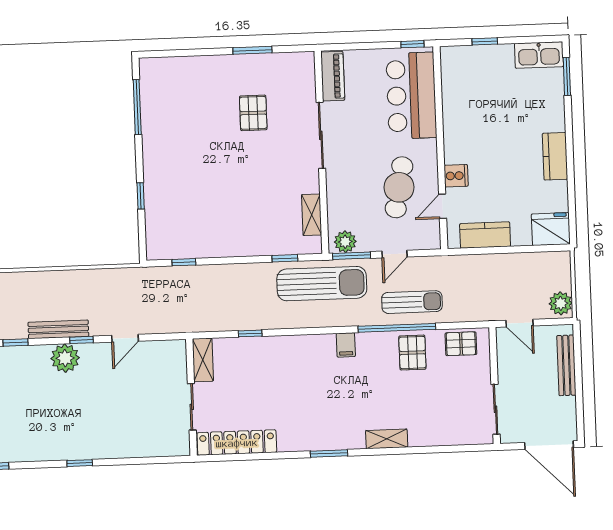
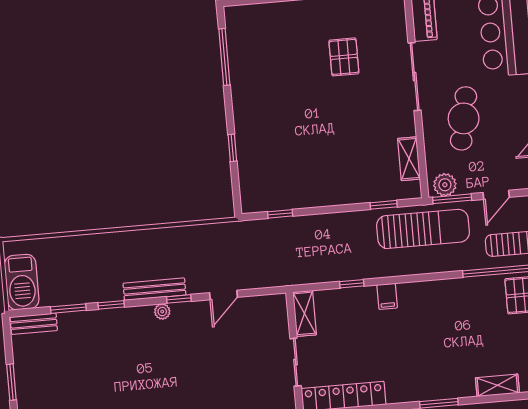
cafe table: (399, 187) -> (464, 118), moved
filing cabinet: (346, 345) -> (387, 296), moved
plant: (65, 358) -> (162, 312), width x0.53, depth x0.53

